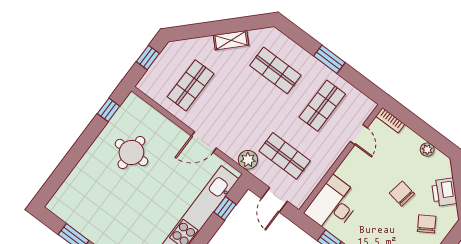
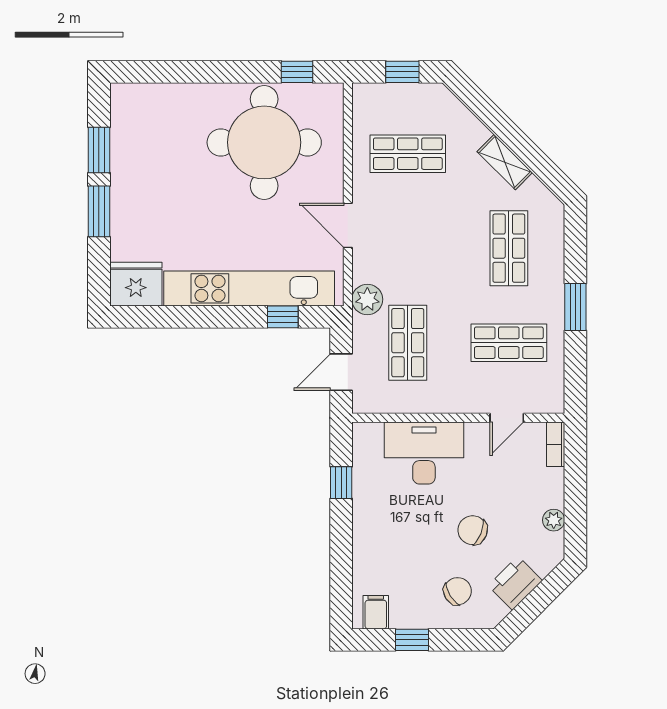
round table: (131, 153) -> (264, 142), width x1.86, depth x1.86
chair: (402, 194) -> (473, 530), turned -78
desk: (333, 205) -> (424, 453), moved

